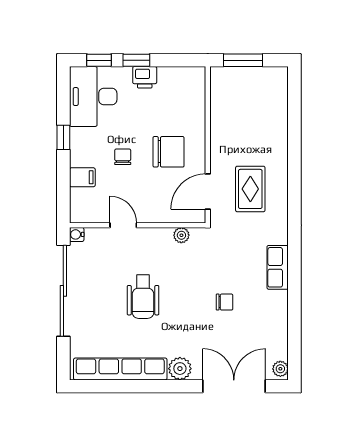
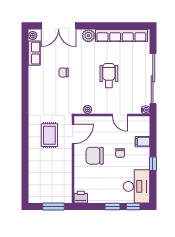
printer: (145, 77) -> (81, 197), moved
row of seats: (278, 267) -> (34, 53), moved

